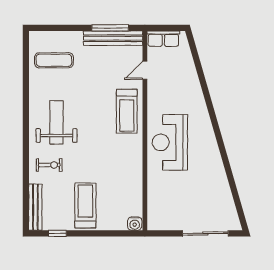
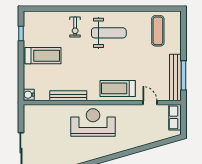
bench: (35, 207) -> (68, 96), moved

